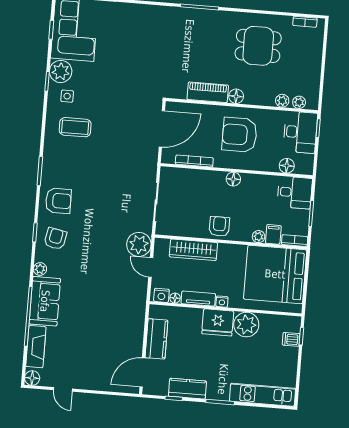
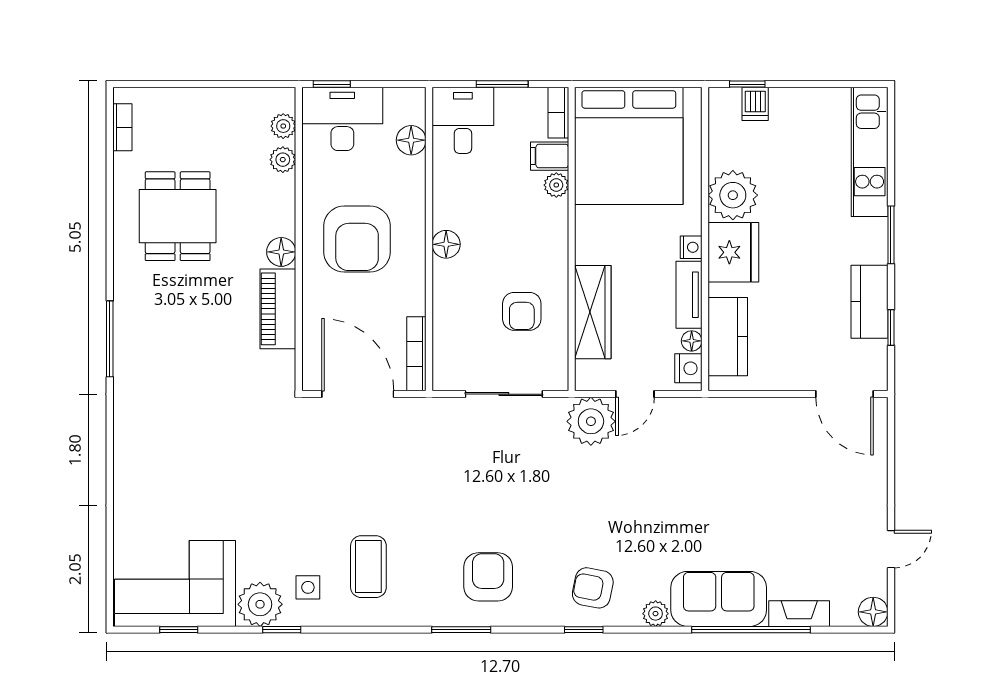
bookcase: (194, 161) -> (416, 354), moved
armchair: (58, 201) -> (488, 577), moved
armchair: (219, 226) -> (522, 311), moved, turned -90
kitchen counter: (156, 339) -> (728, 337), moved, turned 90
fireplace: (36, 347) -> (799, 614), width x0.73, depth x0.76

